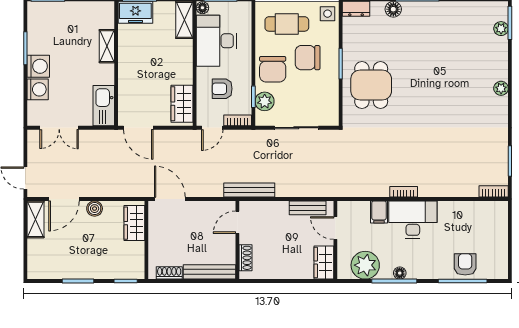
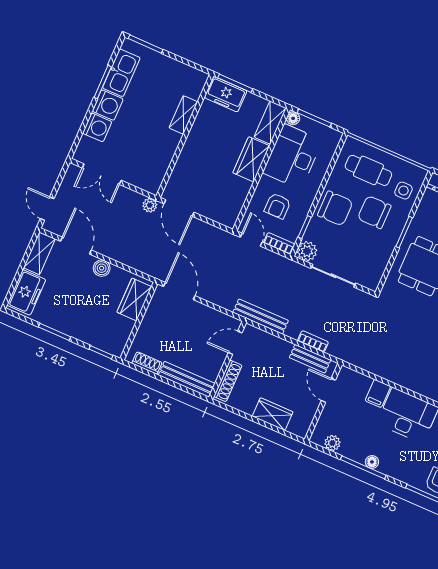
side table: (328, 14) -> (403, 191), moved
chair: (273, 69) -> (335, 208), turned -90
armchair: (222, 89) -> (278, 206), turned -90
plant: (265, 101) -> (307, 251), moved
wardrobe: (182, 104) -> (251, 159), moved
kitchen sink: (104, 106) -> (121, 73), moved, turned 180
door: (212, 128) -> (251, 240), swing flipped
plant: (112, 136) -> (150, 205), added
bookcase: (404, 192) -> (313, 341), moved
door: (64, 199) -> (76, 246), swing flipped
freezer: (39, 258) -> (26, 292), added
shoe rack: (246, 258) -> (228, 381), width x1.43
wardrobe: (324, 262) -> (273, 414), moved, turned 90
plant: (365, 265) -> (332, 443), width x0.53, depth x0.53

